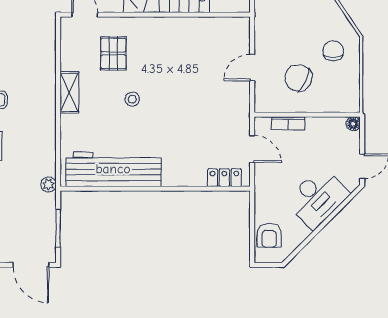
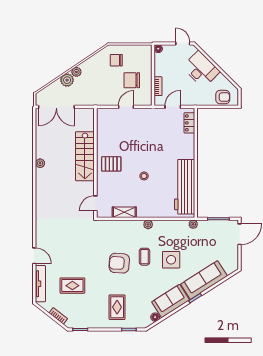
pallet: (113, 53) -> (111, 164), moved
door: (252, 68) -> (126, 107), swing flipped
chair: (298, 78) -> (132, 80), turned 65
shelving: (69, 92) -> (124, 212), moved
plant: (48, 106) -> (148, 224), added

